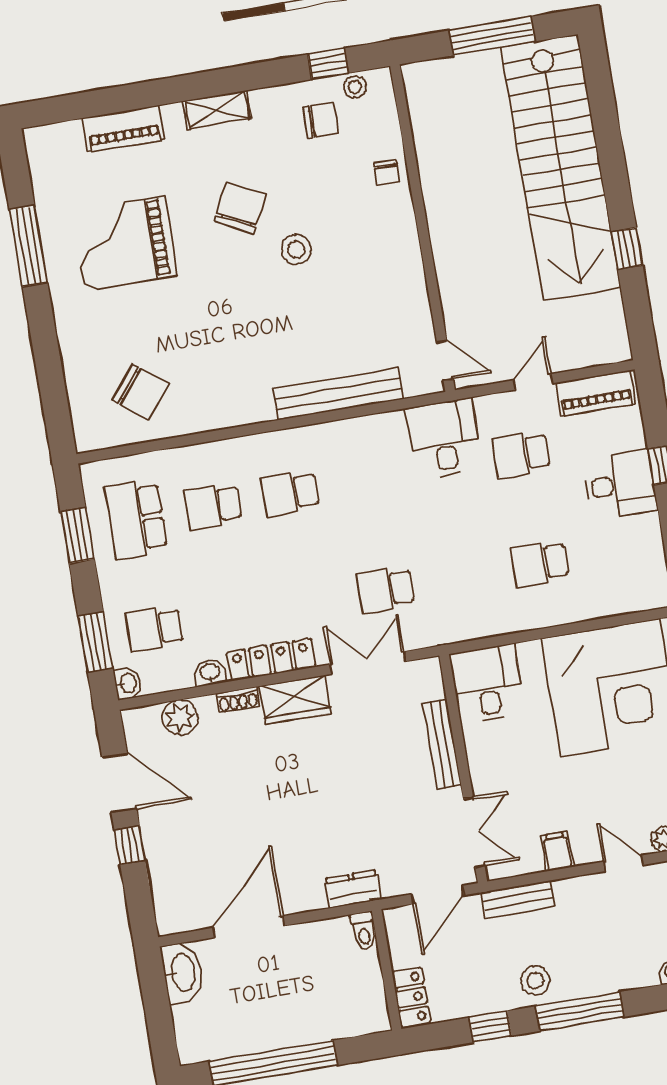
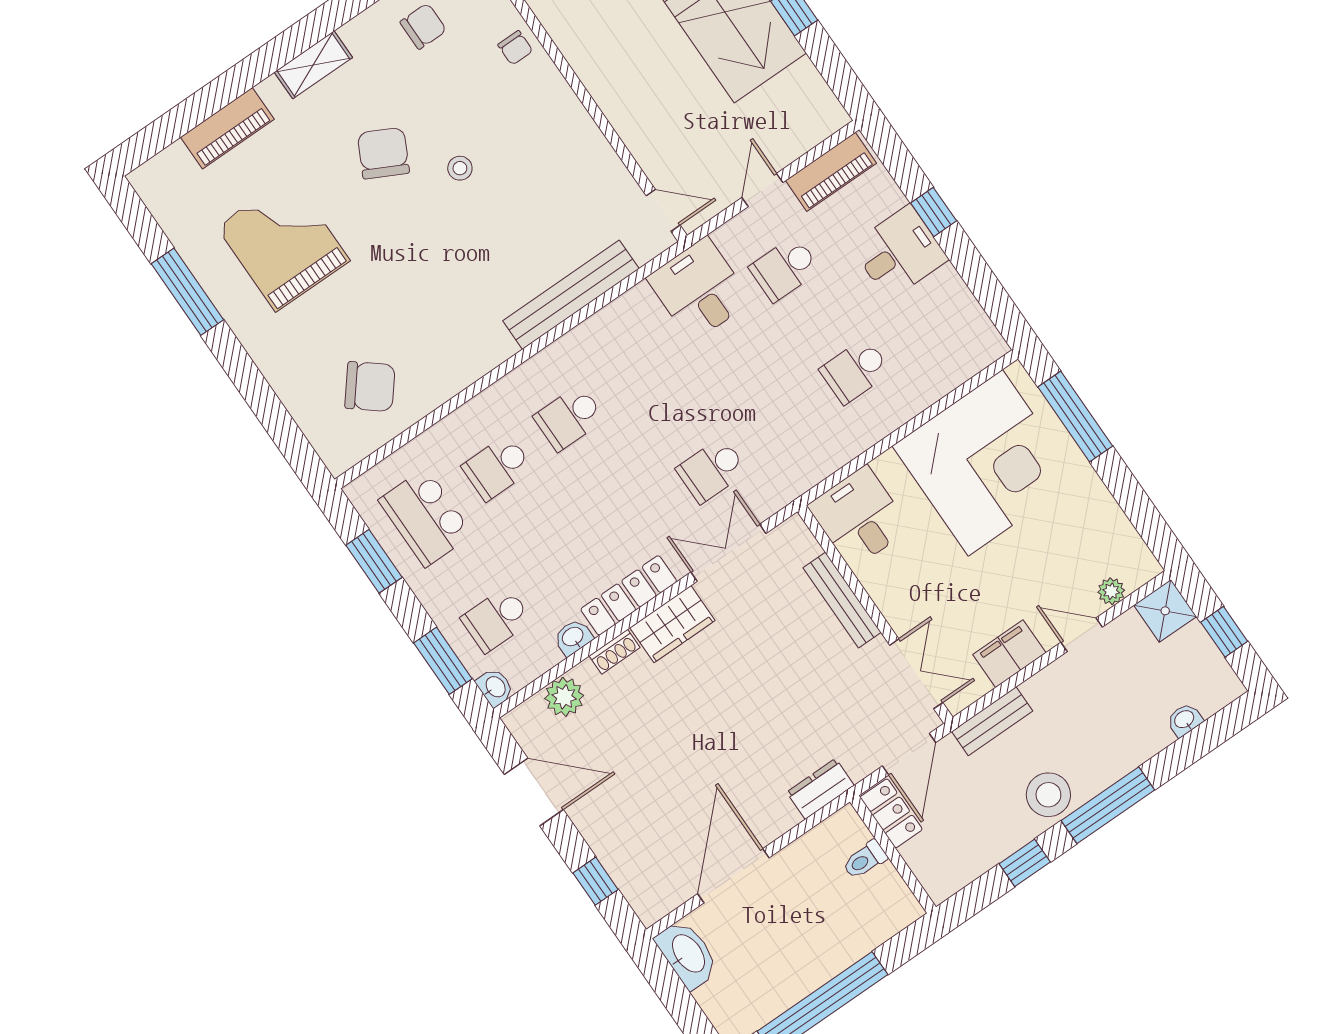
grand piano: (124, 243) -> (283, 244), turned 90
stool: (296, 249) -> (460, 168), width x0.73, depth x0.73
window: (130, 845) -> (595, 881), moved
filing cabinet: (557, 851) -> (1009, 654), width x2.00
toilet: (364, 931) -> (865, 860), moved, turned 90
stool: (535, 980) -> (1048, 795), width x1.38, depth x1.38
locker: (411, 997) -> (891, 813), moved

